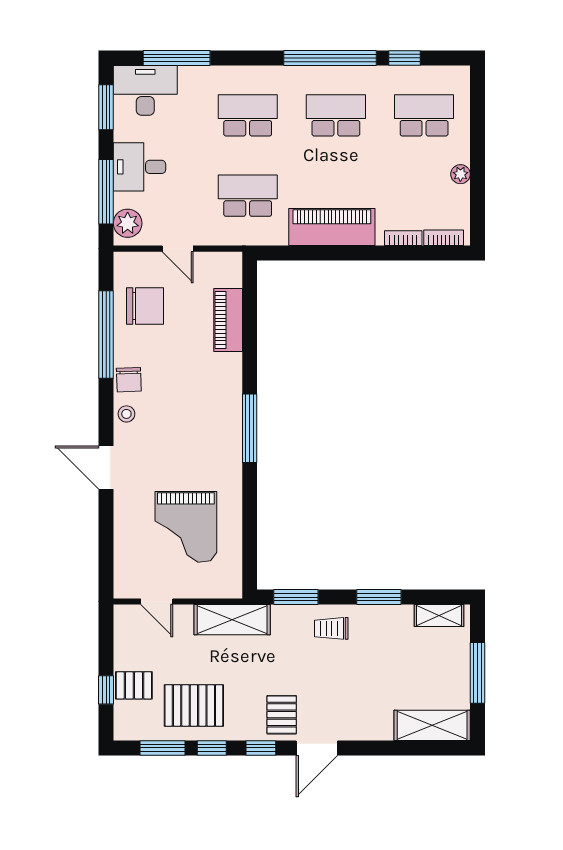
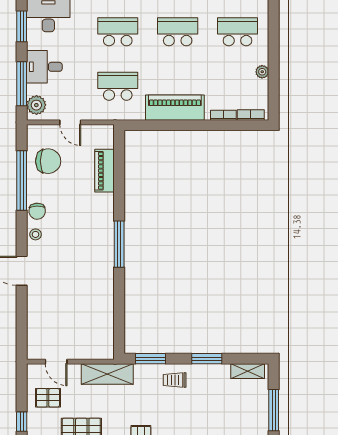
grand piano: (186, 527) -> (76, 311), removed
pallet: (134, 685) -> (48, 398), moved

